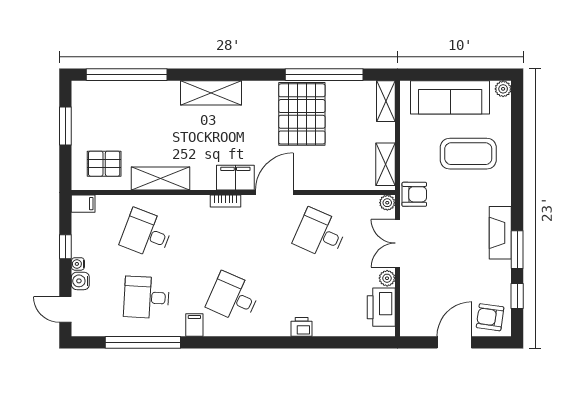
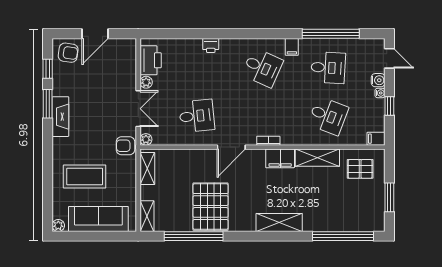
filing cabinet: (235, 178) -> (280, 158), moved
desk: (320, 234) -> (197, 116), turned -30

